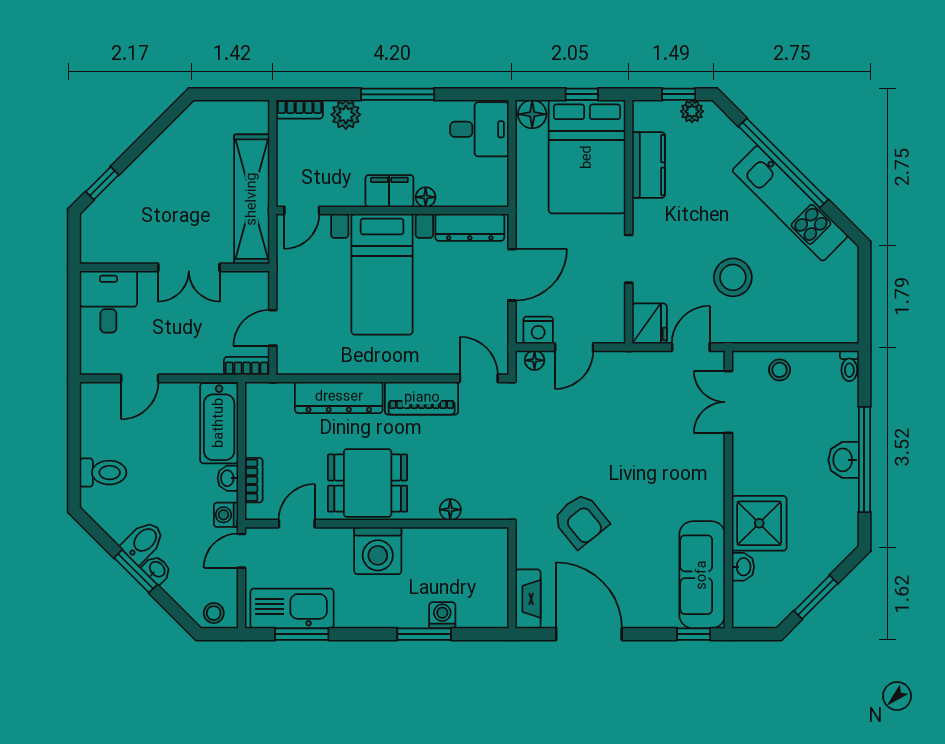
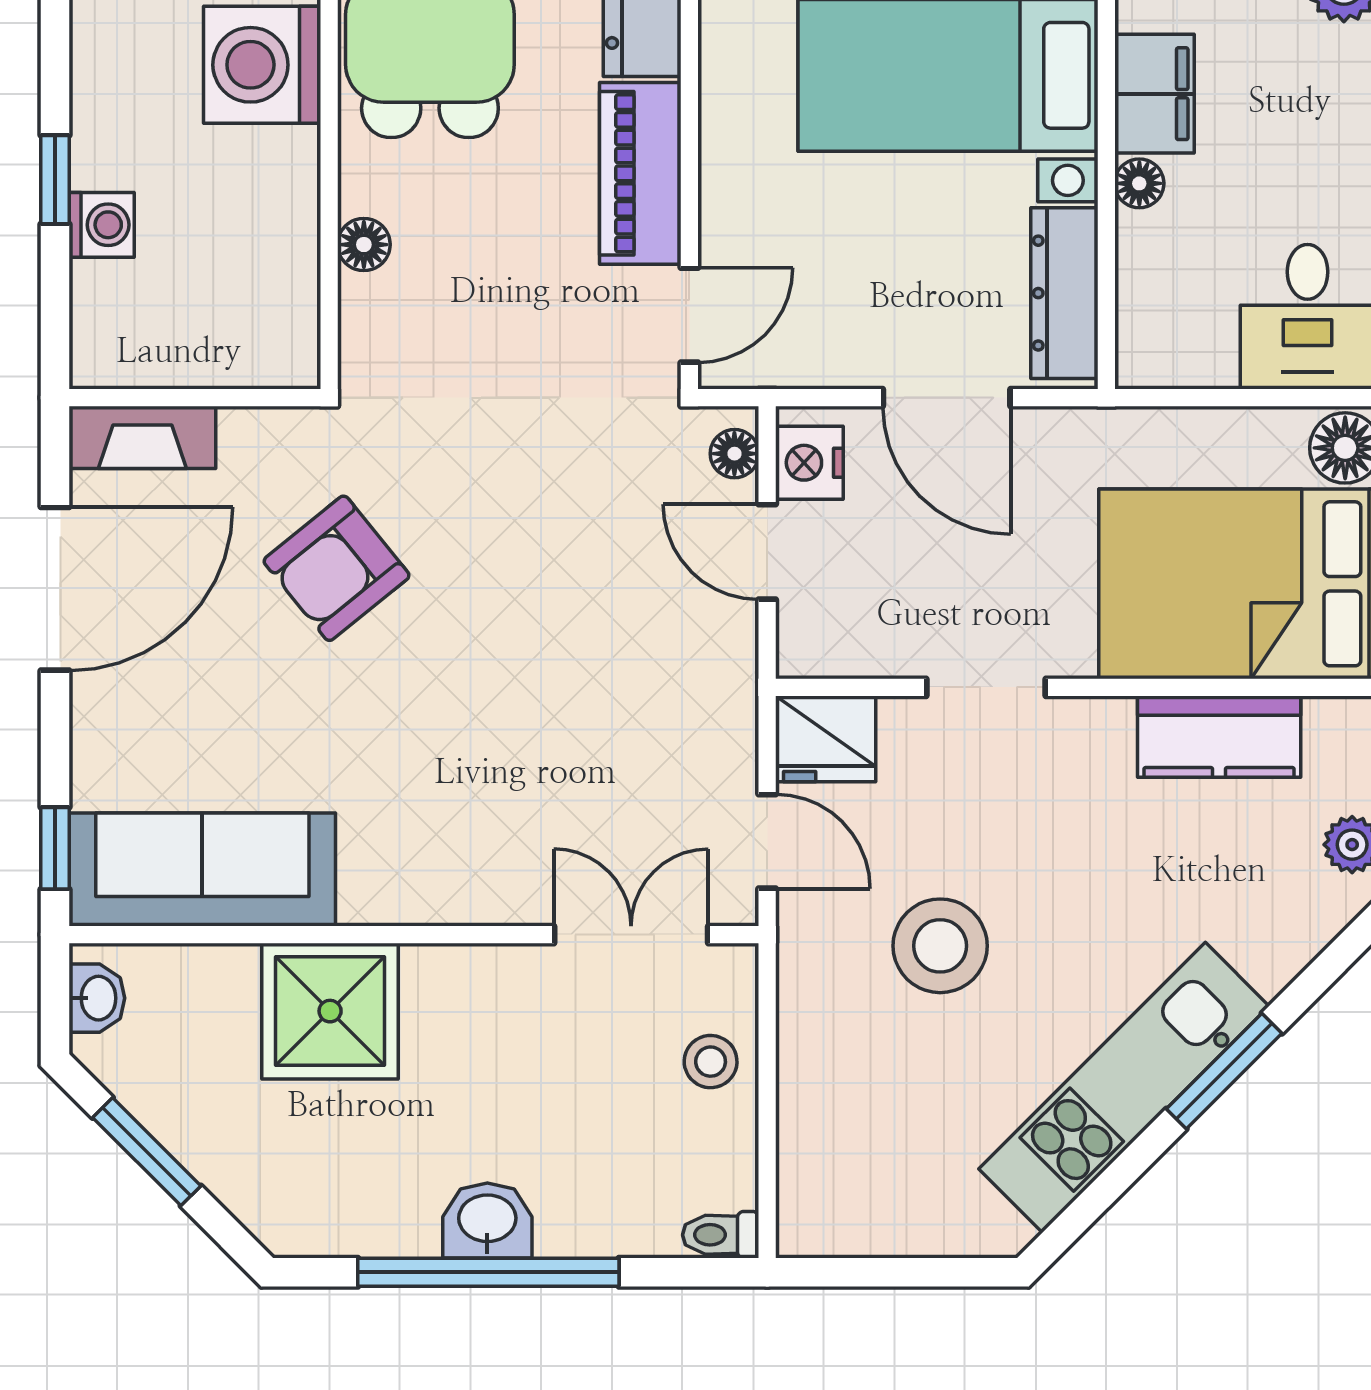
window: (783, 163) -> (1224, 1071), width x0.47
washbasin: (743, 567) -> (97, 998), moved, turned -90
window: (424, 634) -> (55, 180), width x0.67

